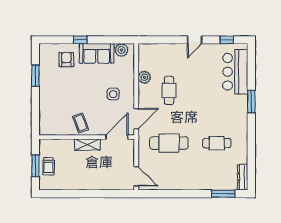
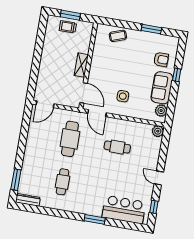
plant: (144, 77) -> (158, 131), moved
coffee table: (81, 123) -> (118, 36), moved

